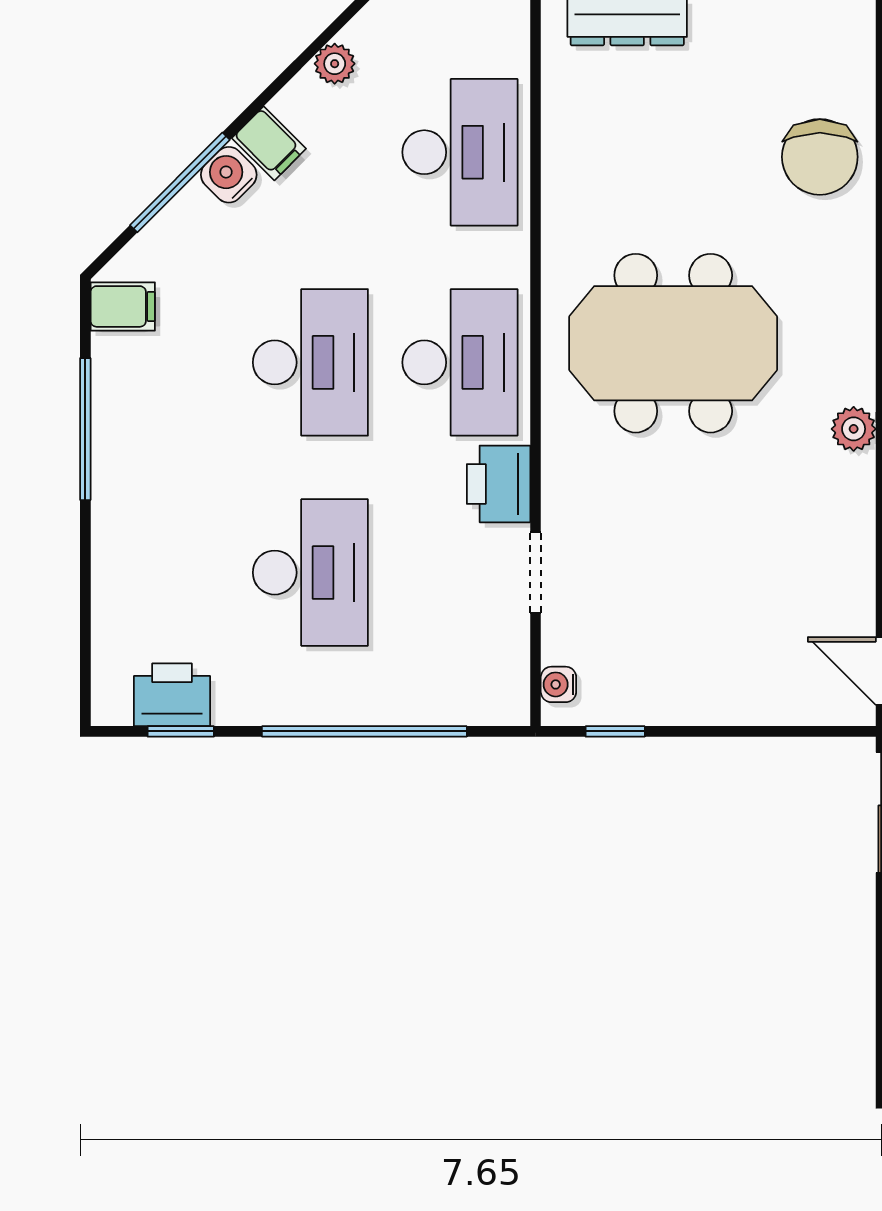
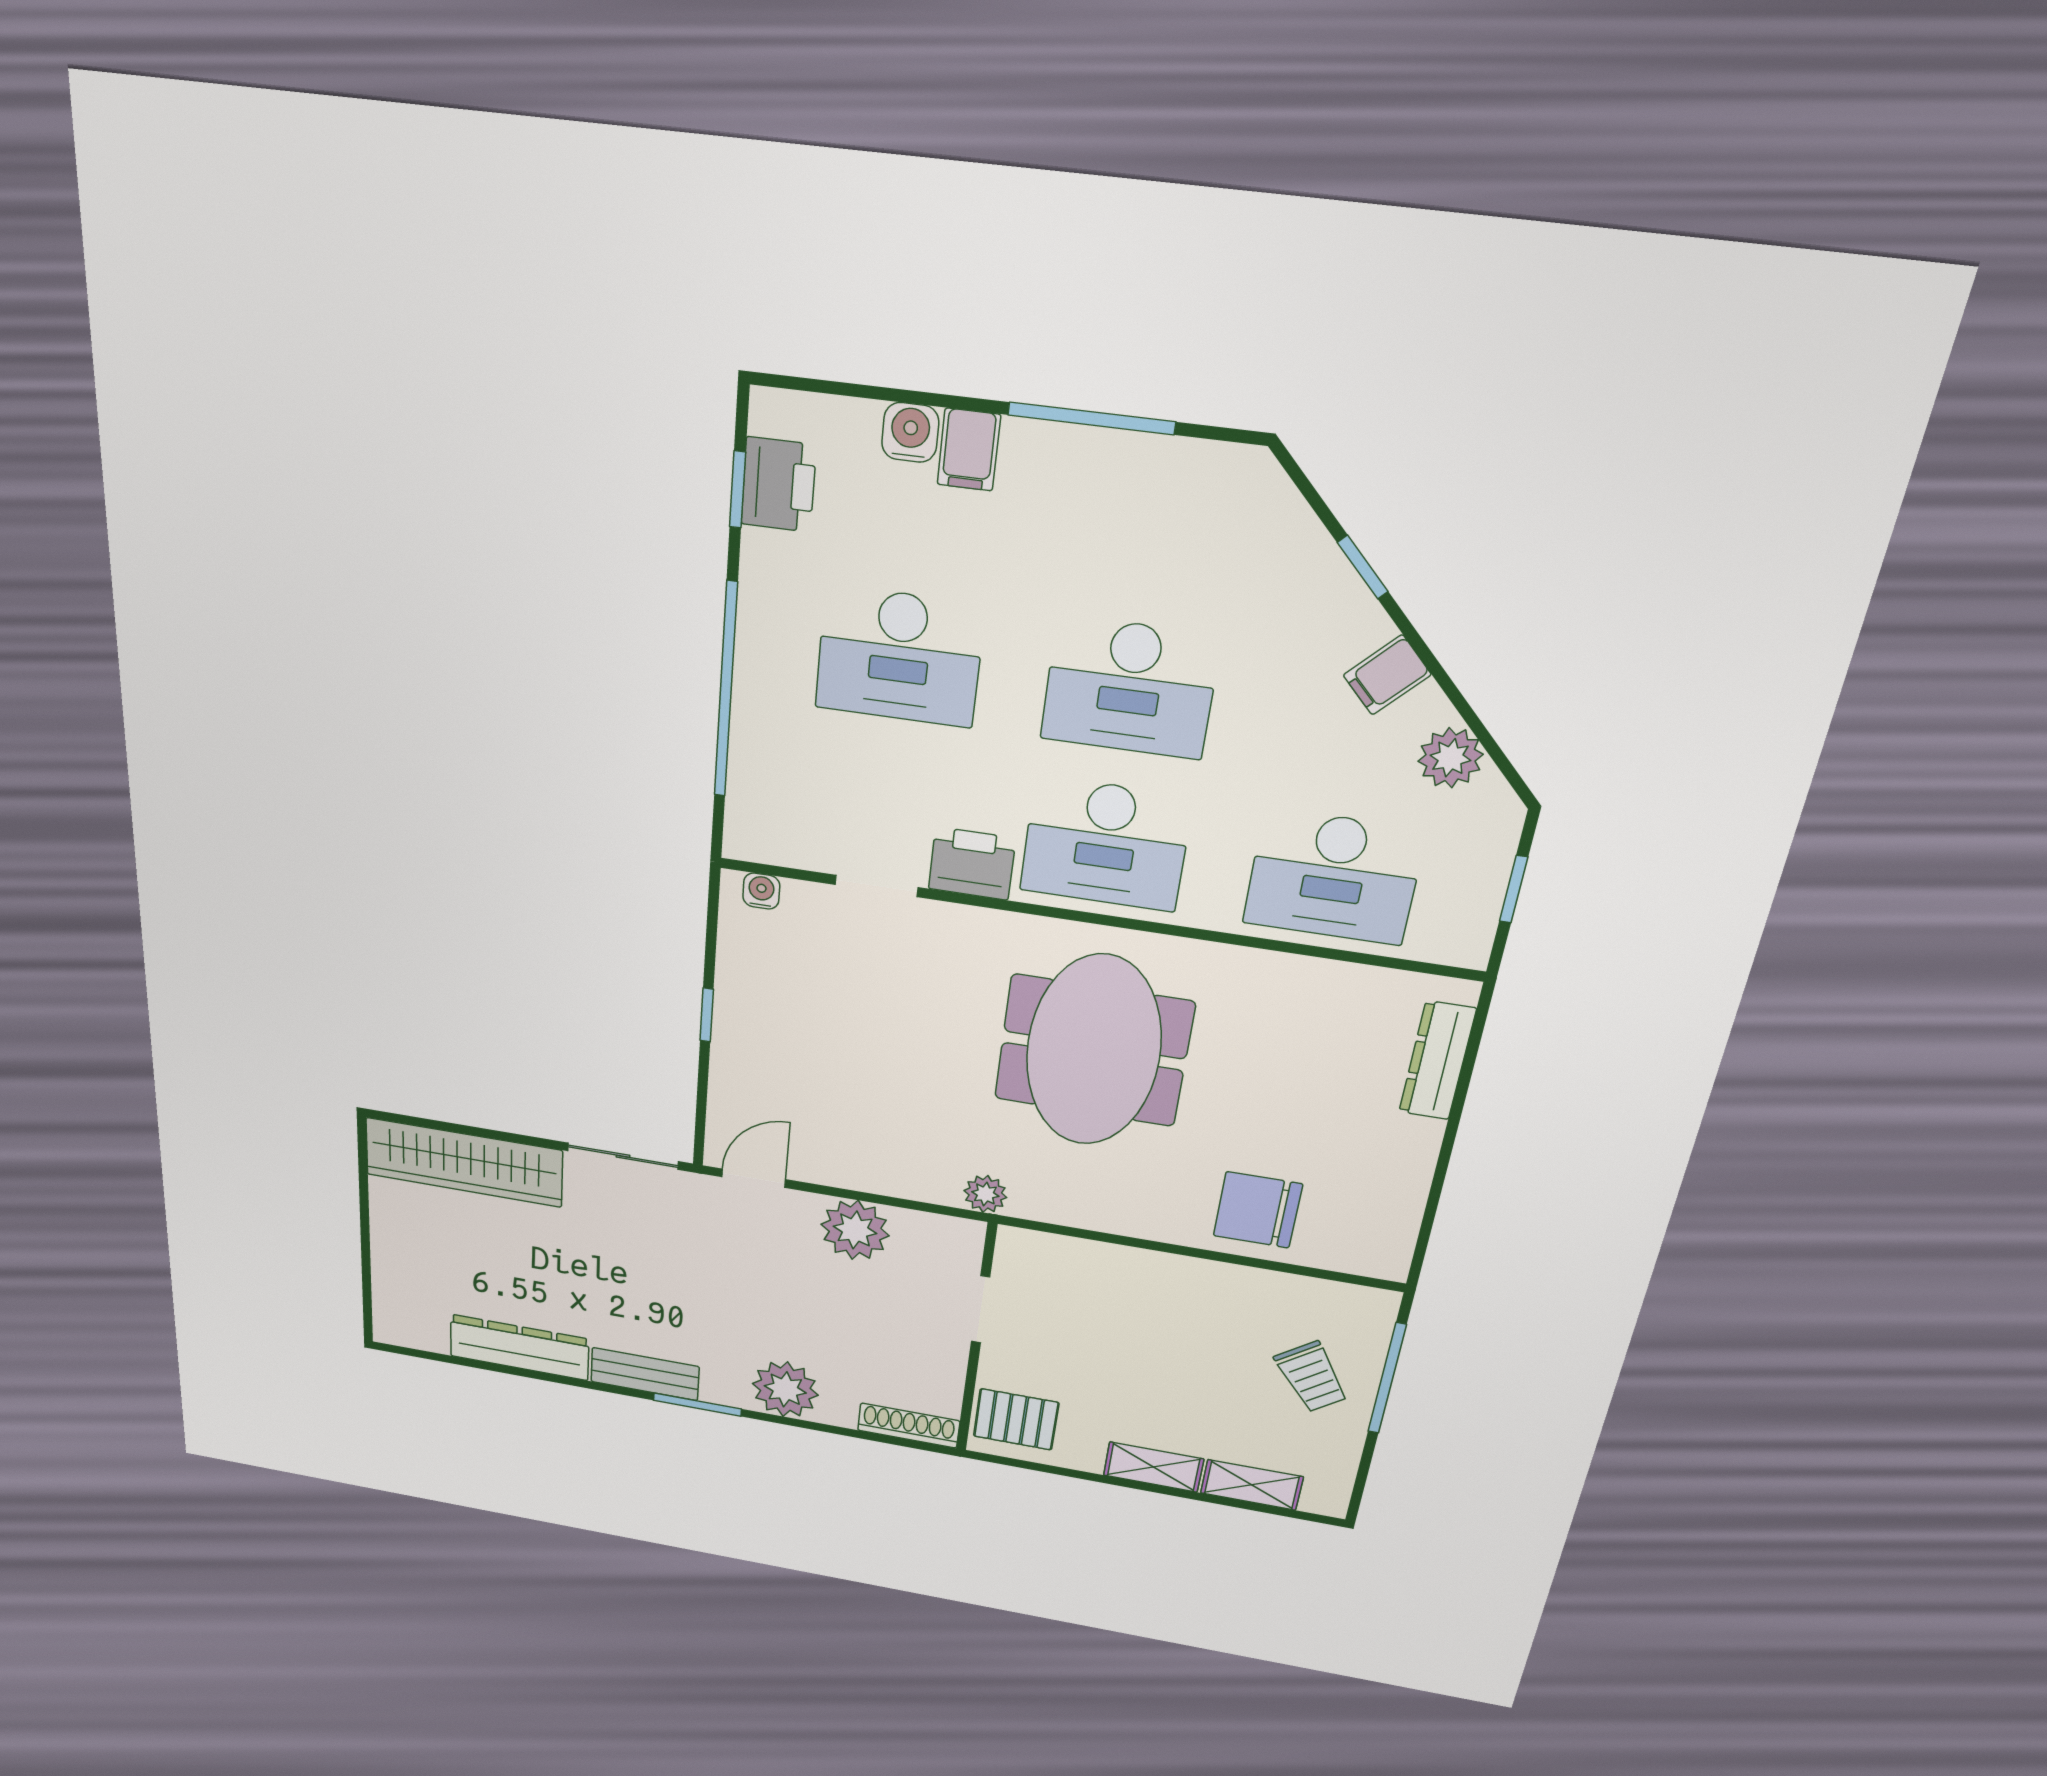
plant: (335, 64) -> (1450, 758), width x1.38, depth x1.38
water cooler: (229, 175) -> (910, 432), moved, turned -45
window: (180, 182) -> (1363, 567), width x0.46
filing cabinet: (123, 306) -> (969, 450), moved
window: (615, 731) -> (707, 1015), moved

